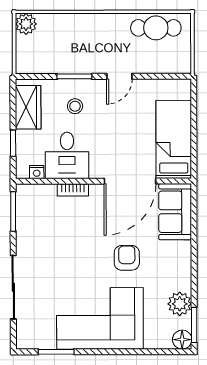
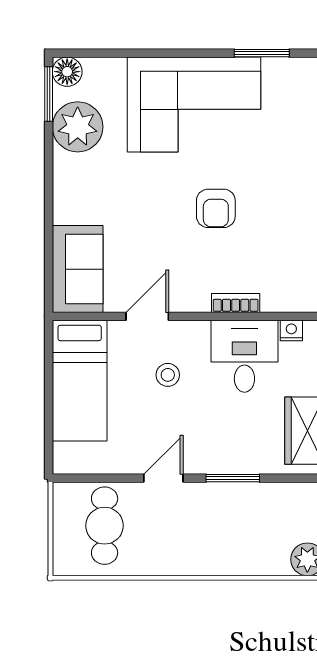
cafe table: (156, 28) -> (105, 526), moved, turned 90
stool: (75, 106) -> (168, 375), moved
door: (130, 181) -> (147, 316), width x0.53
armchair: (127, 258) -> (216, 208), moved
plant: (180, 304) -> (78, 127), width x1.36, depth x1.36

